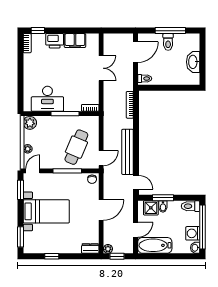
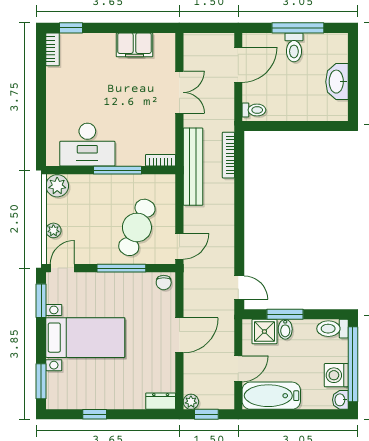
printer: (55, 41) -> (100, 45), removed
bench: (128, 152) -> (193, 167), moved

